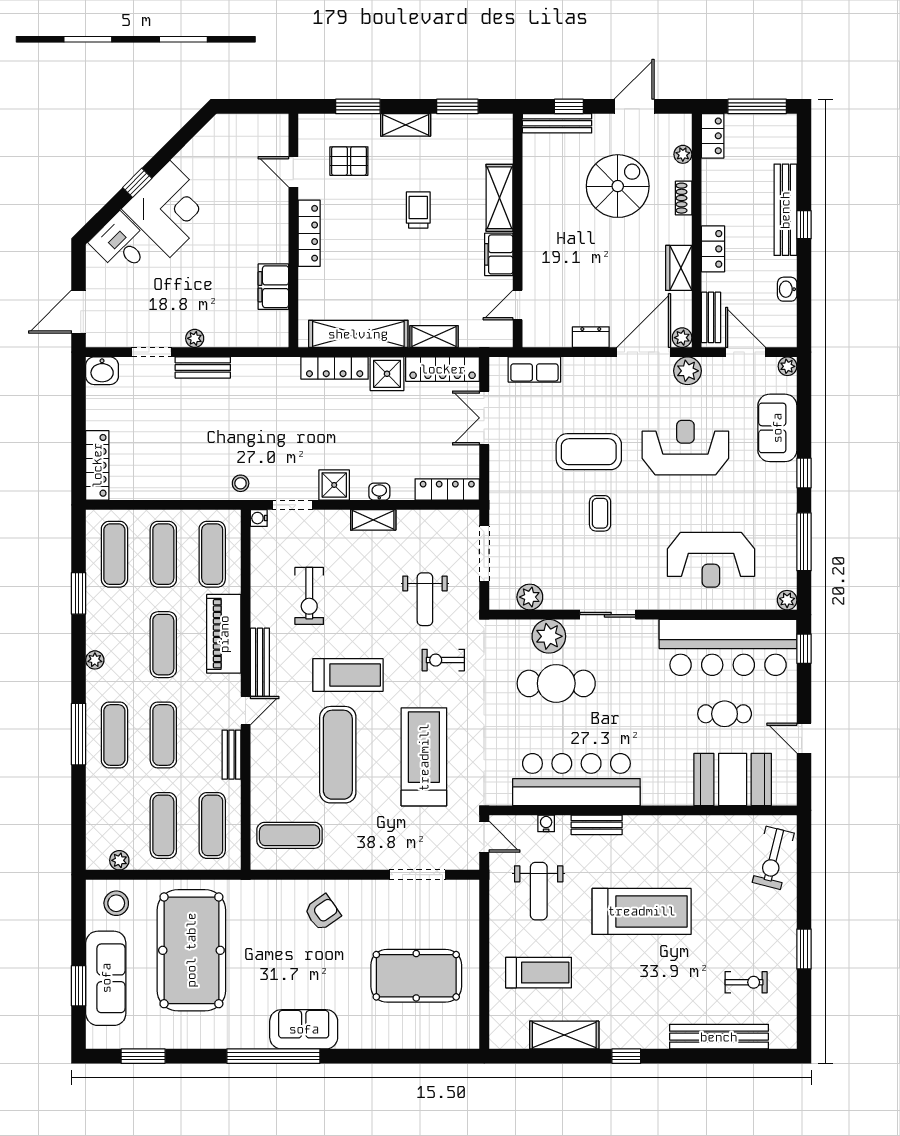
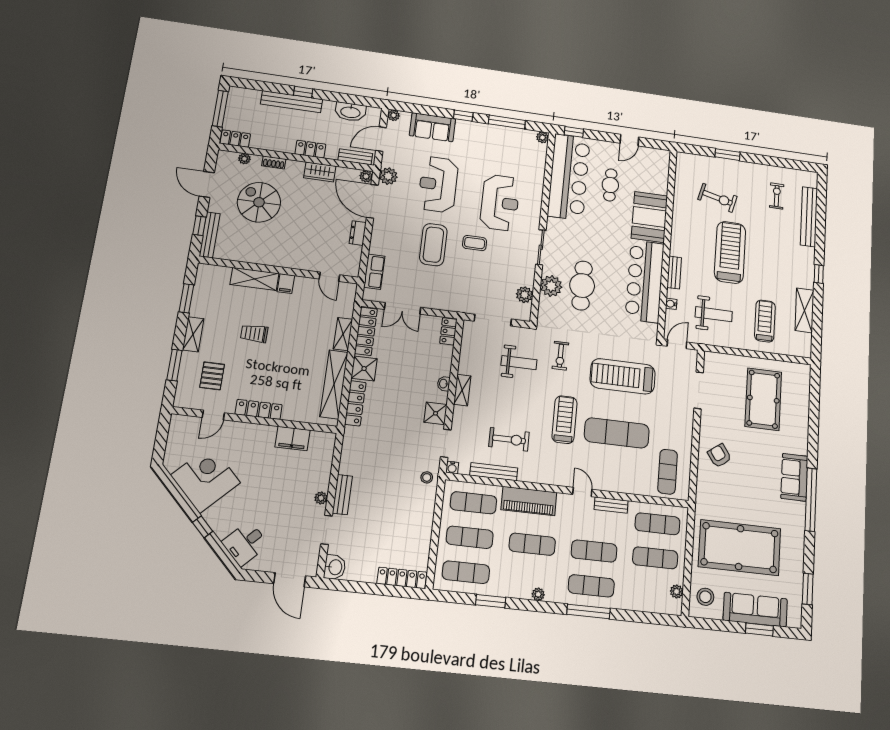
corner desk: (170, 209) -> (205, 479), moved
filing cabinet: (499, 254) -> (286, 284), width x0.50
washbasin: (787, 289) -> (350, 112), width x1.91, depth x1.45
locker: (447, 489) -> (448, 331), width x0.66
reception desk: (711, 560) -> (500, 203), moved
bench: (260, 662) -> (494, 472), moved
booth: (733, 779) -> (649, 217), moved
exercise bike: (773, 858) -> (718, 198), moved
window: (804, 949) -> (728, 155), moved

